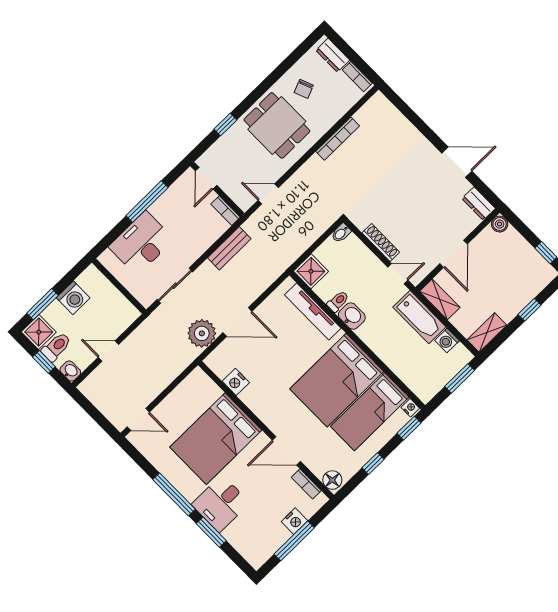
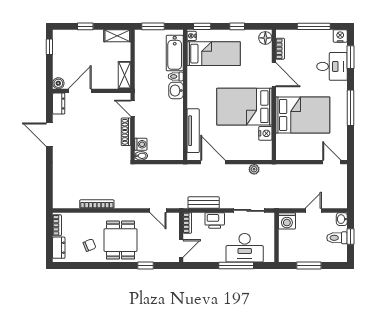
window: (147, 202) -> (236, 266), moved
printer: (200, 241) -> (215, 220), added
door: (454, 254) -> (80, 91), moved
shower: (311, 271) -> (175, 151), removed
washing machine: (73, 298) -> (287, 221), moved, turned 180
toilet: (338, 301) -> (176, 76), moved
window: (43, 304) -> (309, 266), moved
washbasin: (352, 316) -> (176, 91), moved
bathtub: (419, 317) -> (175, 53), moved, turned 180
door: (237, 322) -> (213, 162), moved
shower: (39, 332) -> (338, 254), removed
plant: (202, 333) -> (254, 169), width x0.53, depth x0.53
washing machine: (447, 341) -> (141, 144), moved
door: (108, 351) -> (313, 210), swing flipped
bed: (337, 380) -> (244, 107), moved, turned 180
desk: (221, 504) -> (332, 66), moved
nightstand: (295, 521) -> (340, 36), moved
window: (211, 532) -> (350, 57), moved

